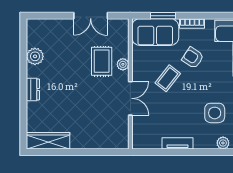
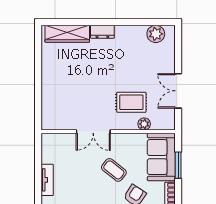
plant: (35, 56) -> (156, 34), moved
plant: (123, 64) -> (144, 124), moved
wardrobe: (48, 141) -> (67, 34), moved, turned 90

